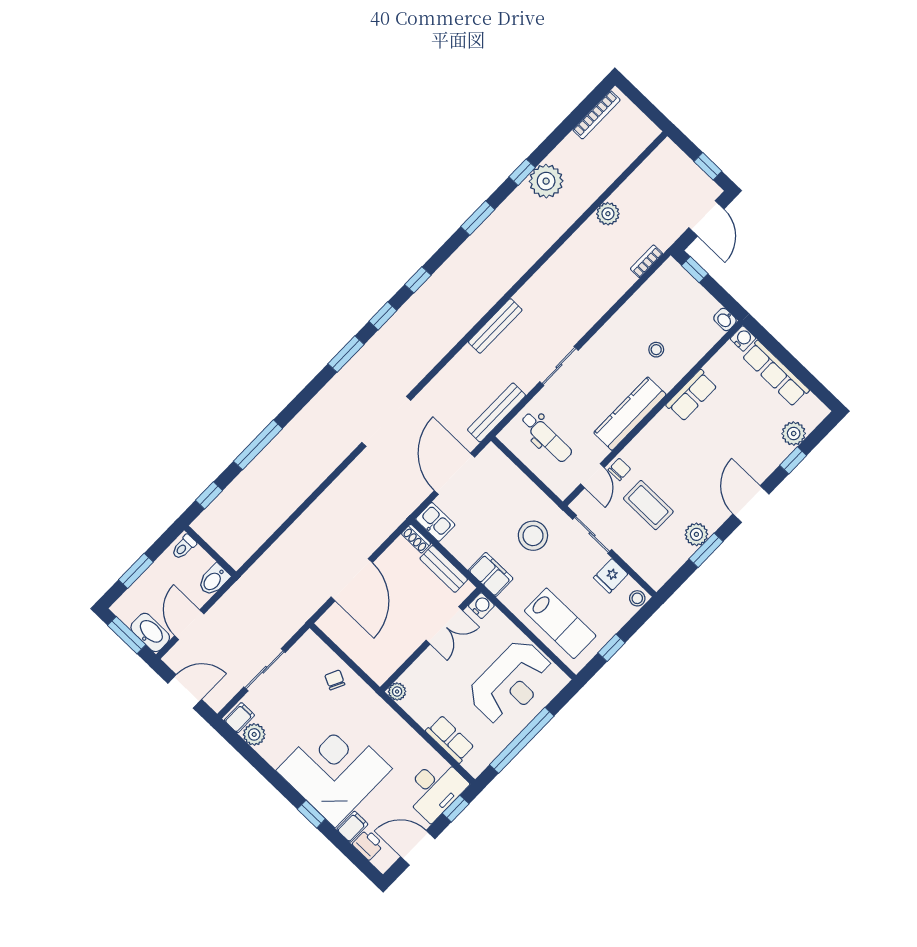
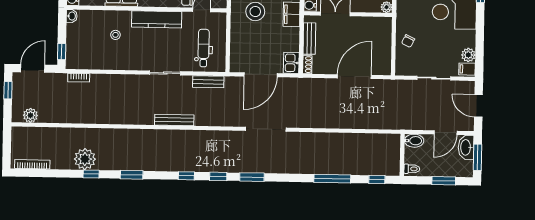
plant: (608, 214) -> (30, 115), moved
bench: (497, 412) -> (208, 82), width x0.73

